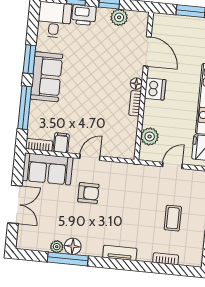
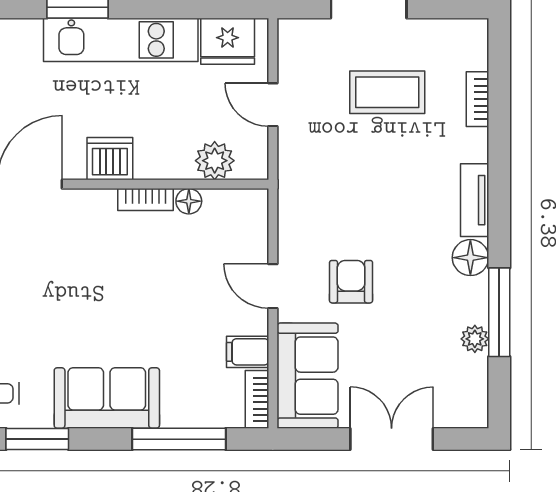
window: (29, 59) -> (37, 439), moved
floor lamp: (136, 84) -> (189, 201), moved
coffee table: (173, 218) -> (387, 92), width x1.36, depth x1.30
floor lamp: (73, 246) -> (470, 258), moved

